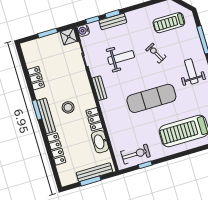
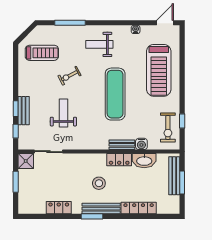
treadmill: (169, 23) -> (42, 53), turned -90
water cooler: (83, 31) -> (141, 144), moved
bench: (99, 88) -> (122, 145), moved
exercise bike: (136, 154) -> (168, 127), turned 180

